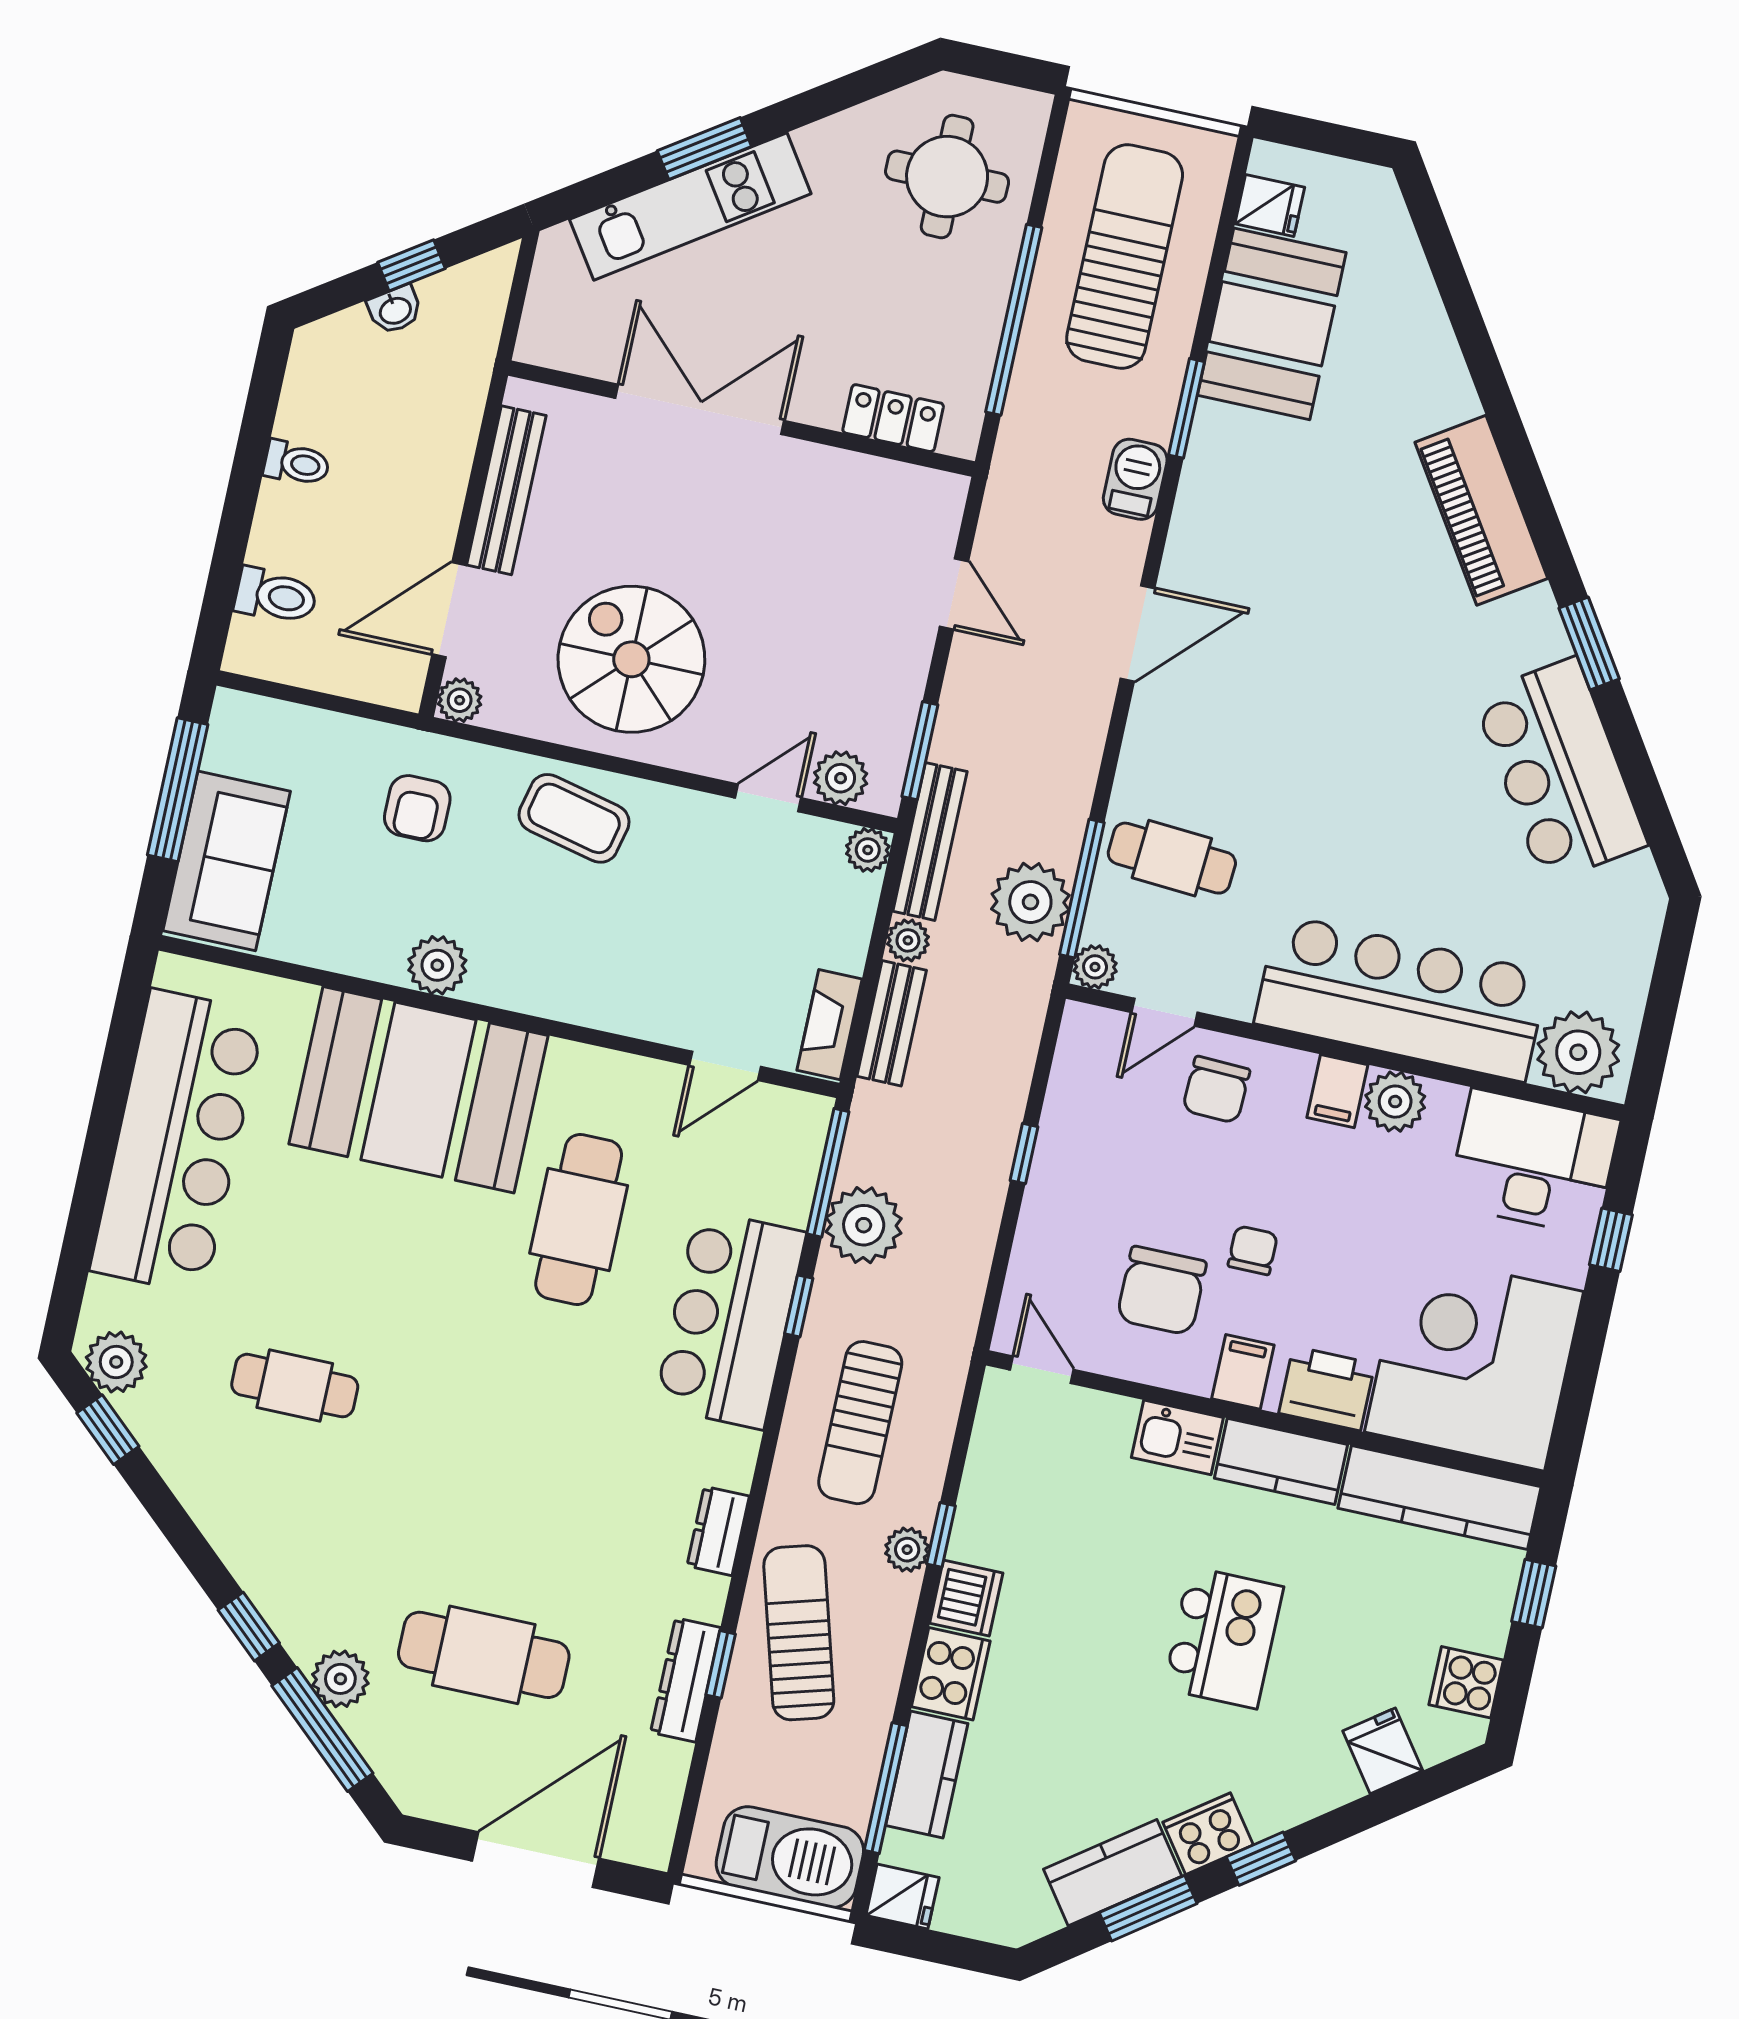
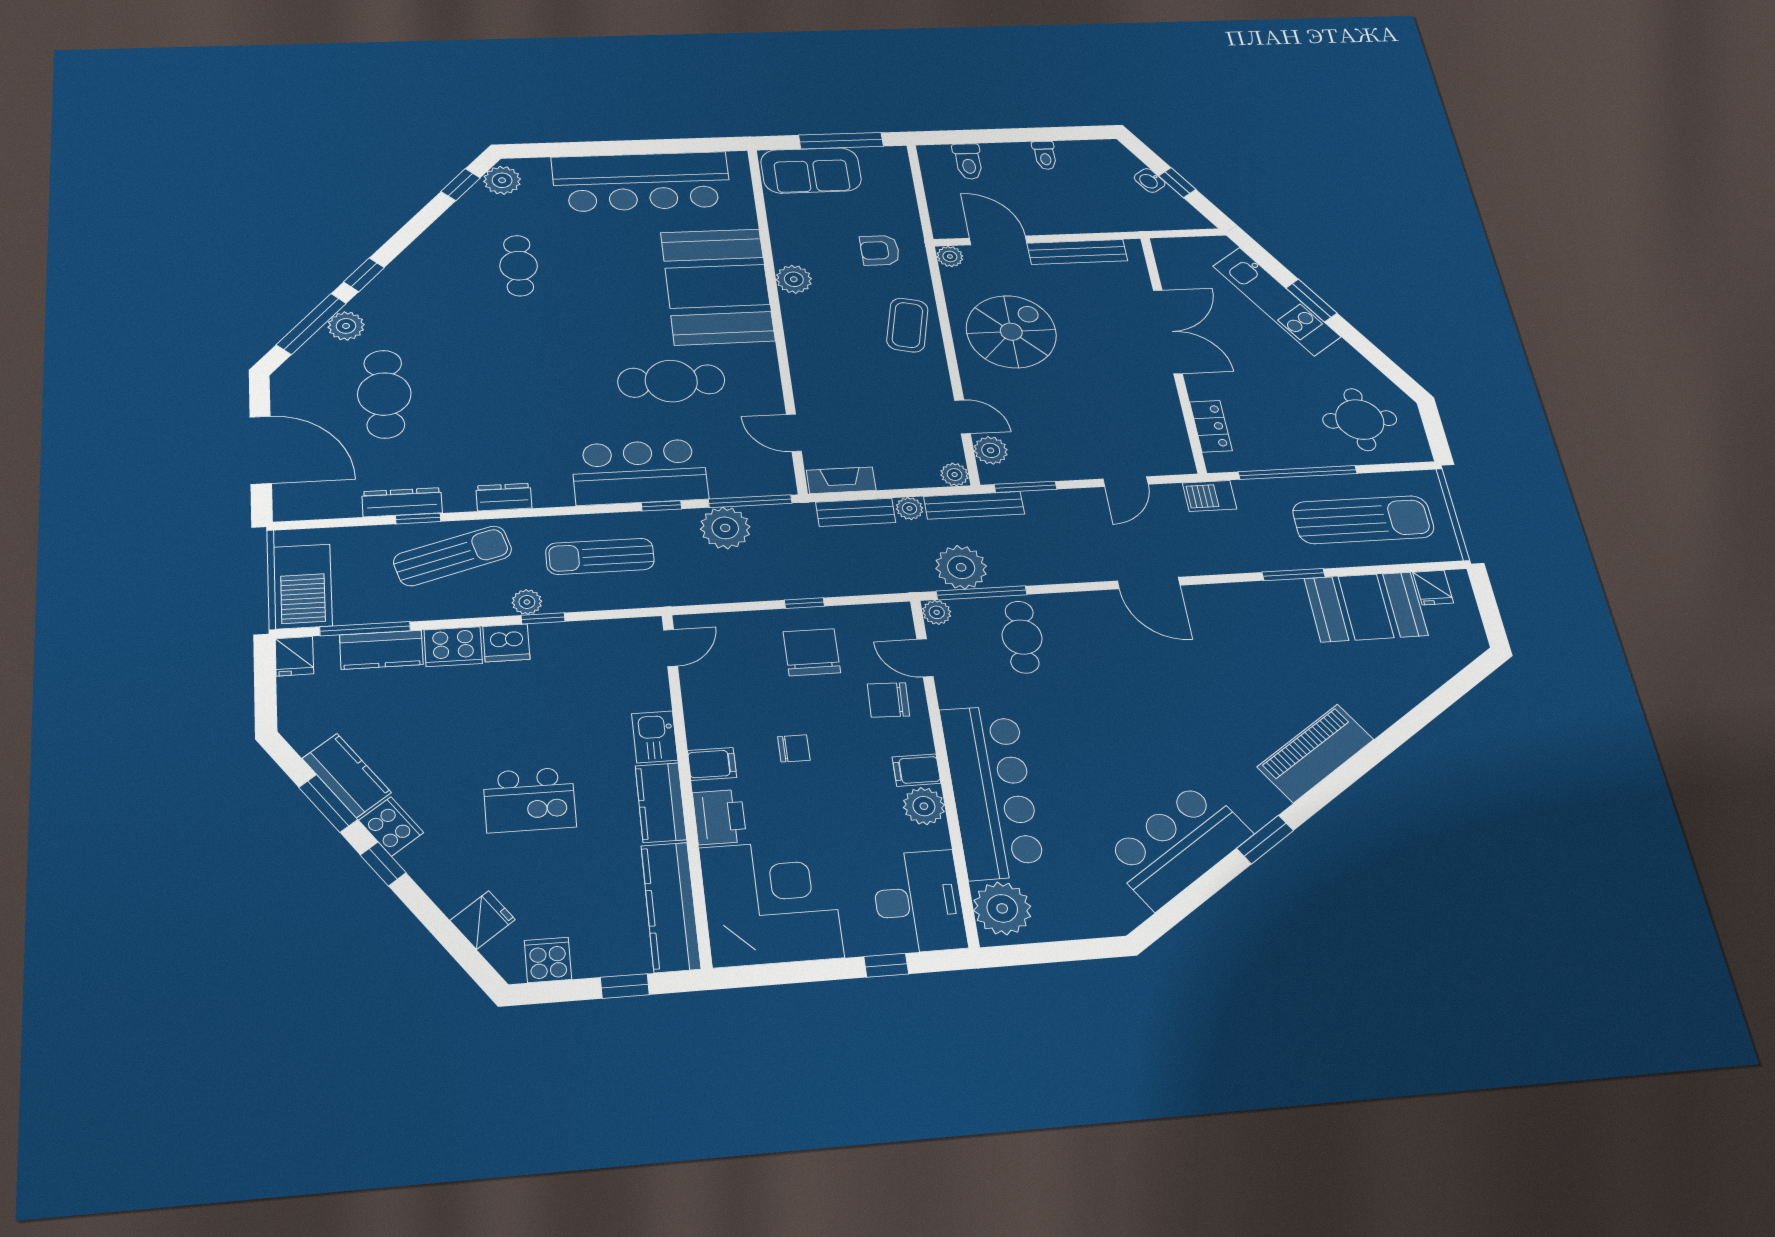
barbecue: (1135, 479) -> (1210, 496), moved, turned 180
chair: (1162, 1291) -> (812, 652), moved, turned 90

